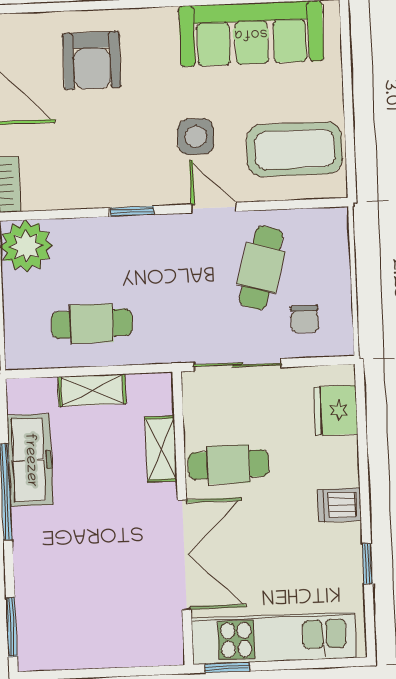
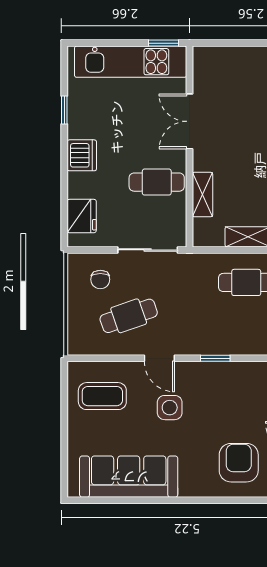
coffee table: (295, 149) -> (102, 396), width x0.73, depth x0.76
cafe table: (261, 268) -> (129, 316), turned 55
chair: (305, 319) -> (100, 279), turned 180
dishwasher: (339, 505) -> (82, 155), width x1.38
double door: (184, 555) -> (189, 121), width x0.73

